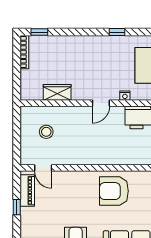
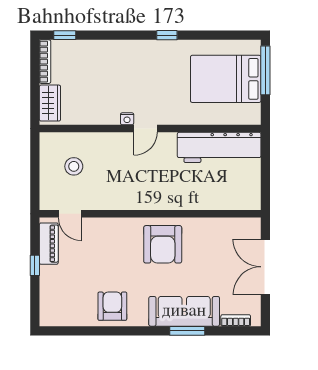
wardrobe: (57, 92) -> (50, 103), moved, turned 90
nightstand: (125, 96) -> (127, 119), moved
armchair: (114, 191) -> (163, 244), turned -90

